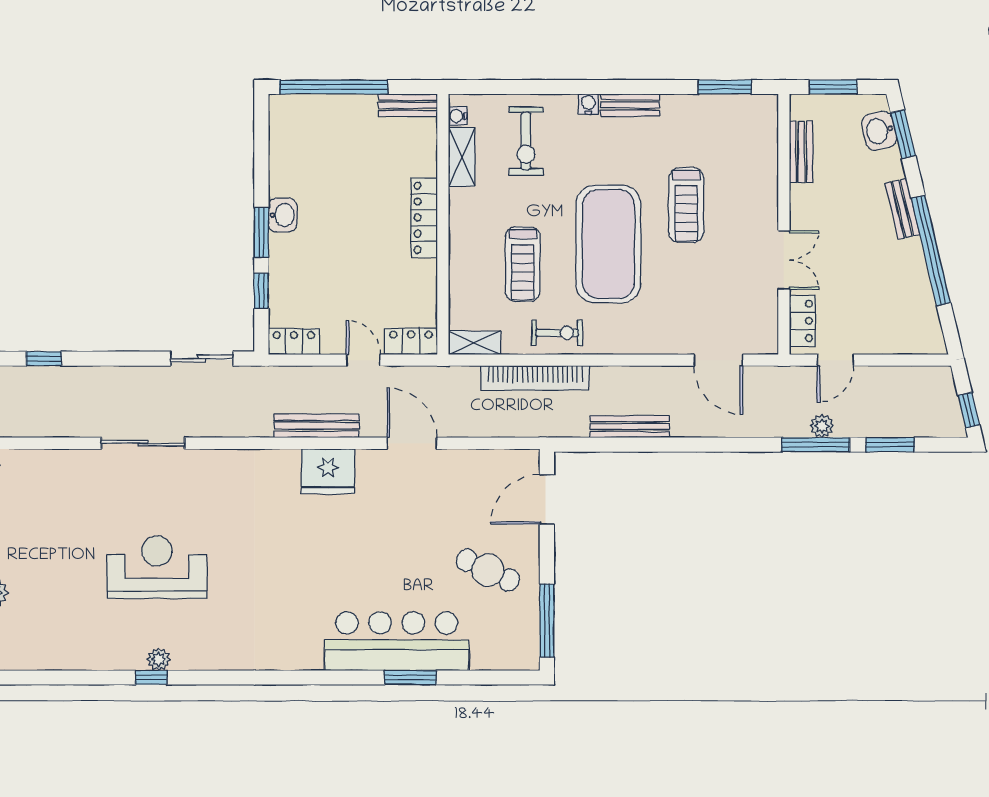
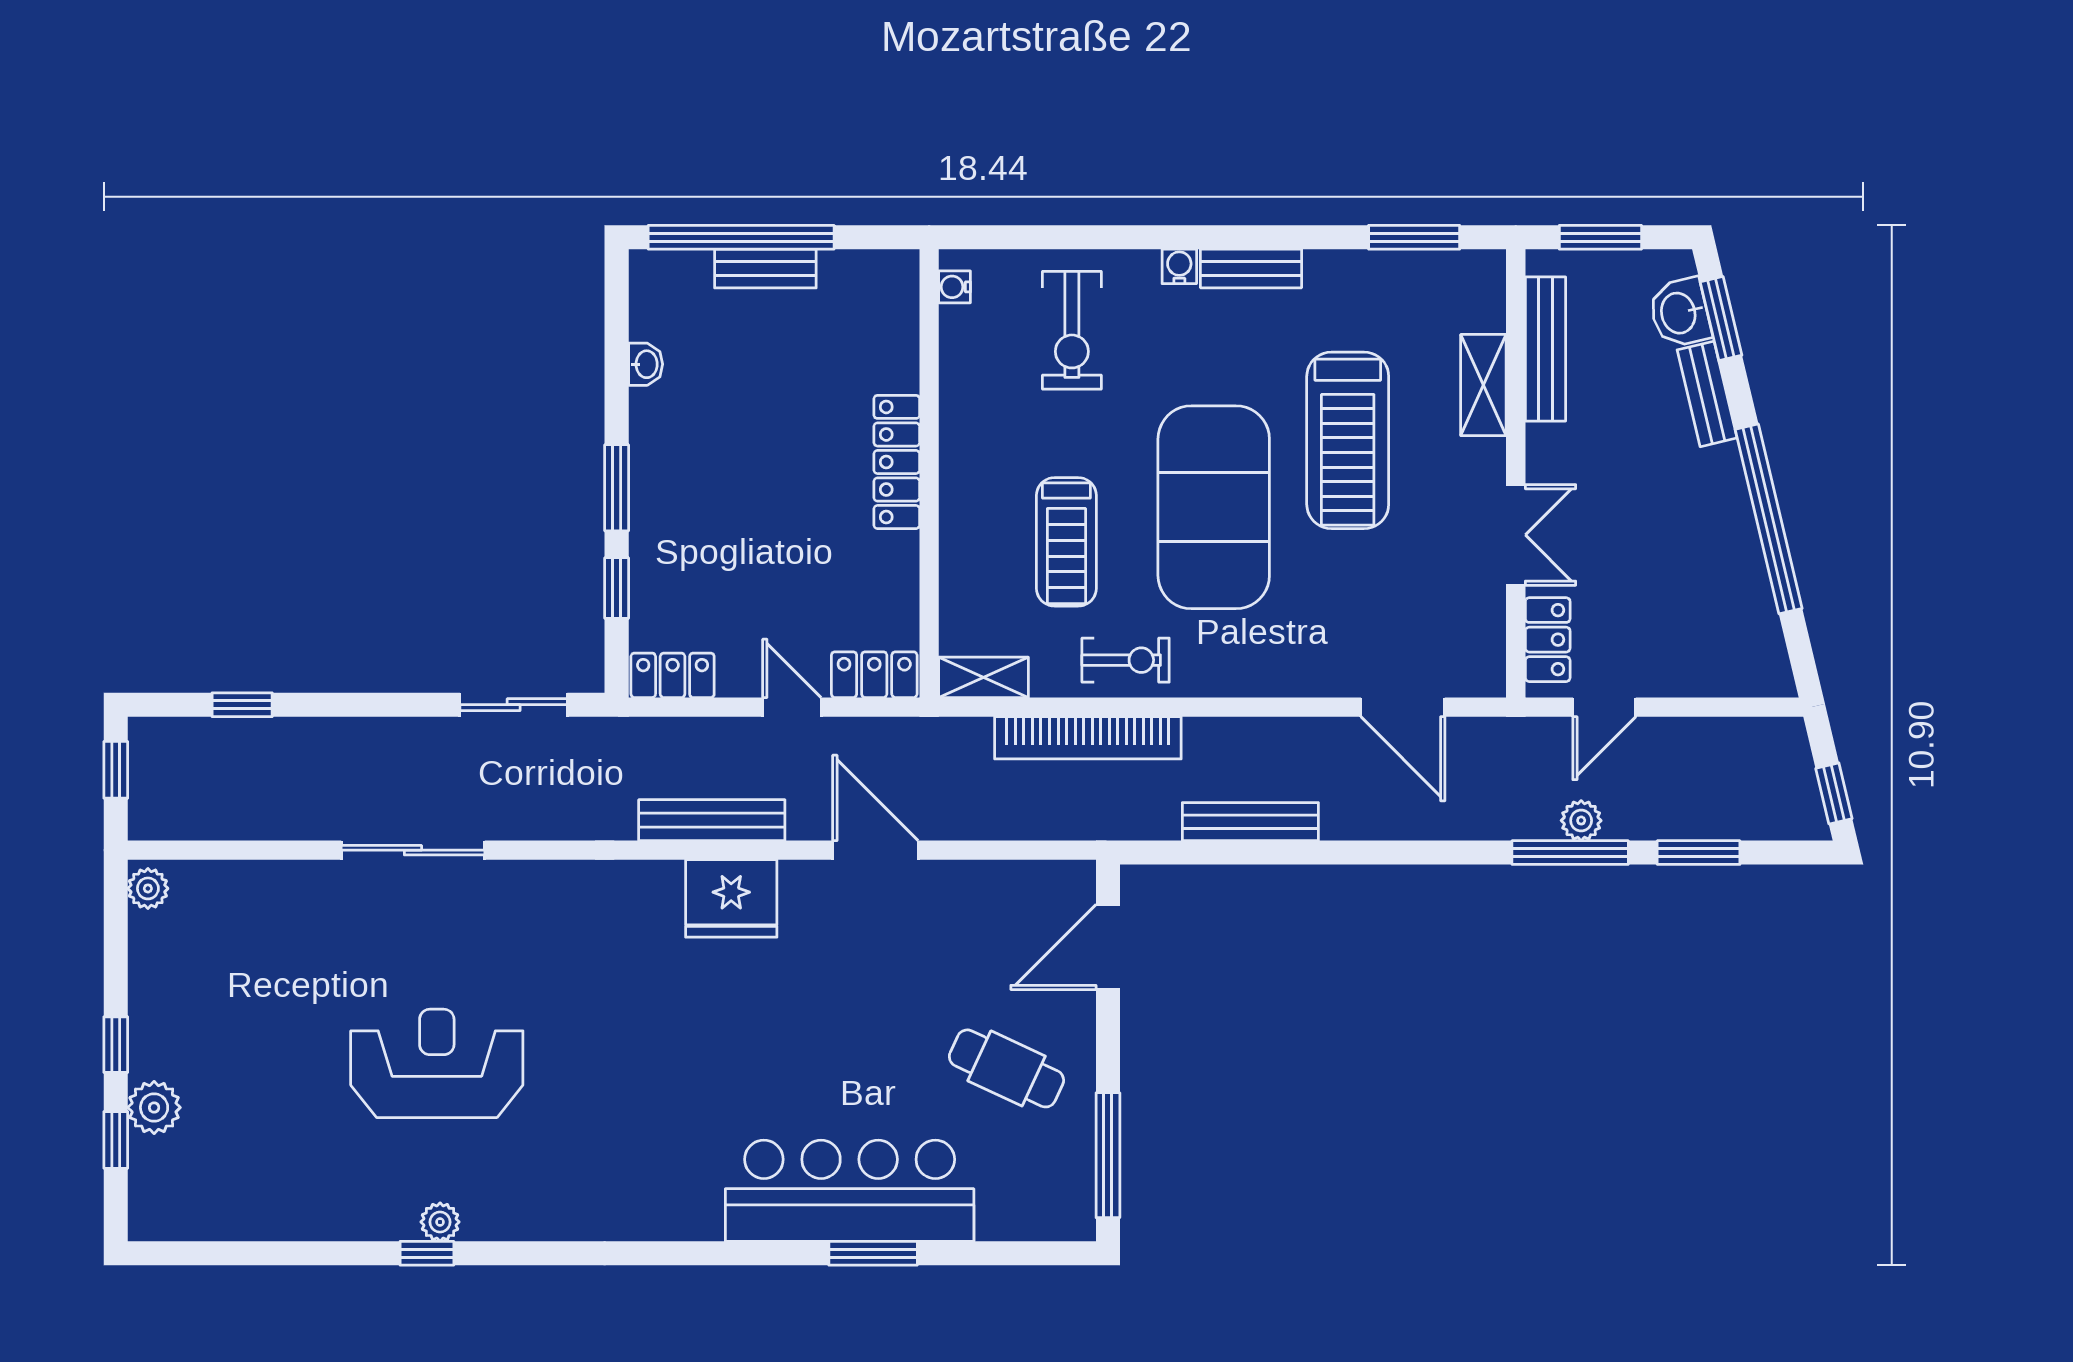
bench: (408, 105) -> (765, 269), moved
bench: (801, 152) -> (1546, 349), width x1.36
shelving: (462, 157) -> (1483, 385), moved
treadmill: (686, 205) -> (1348, 440), width x1.37, depth x1.38
bench: (902, 209) -> (1707, 394), moved
washbasin: (283, 215) -> (646, 364), moved, width x0.72, depth x0.69

